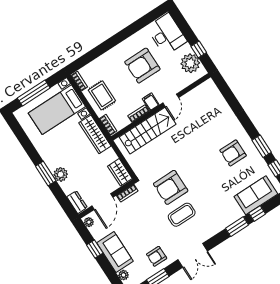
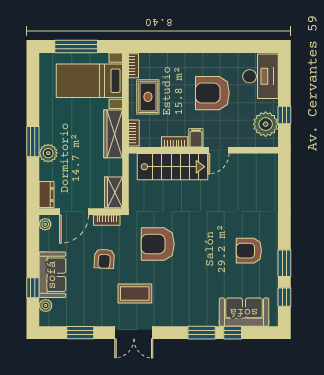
coffee table: (182, 215) -> (135, 294), moved
window: (95, 249) -> (33, 288), moved
armchair: (157, 256) -> (104, 259), moved, turned -87

